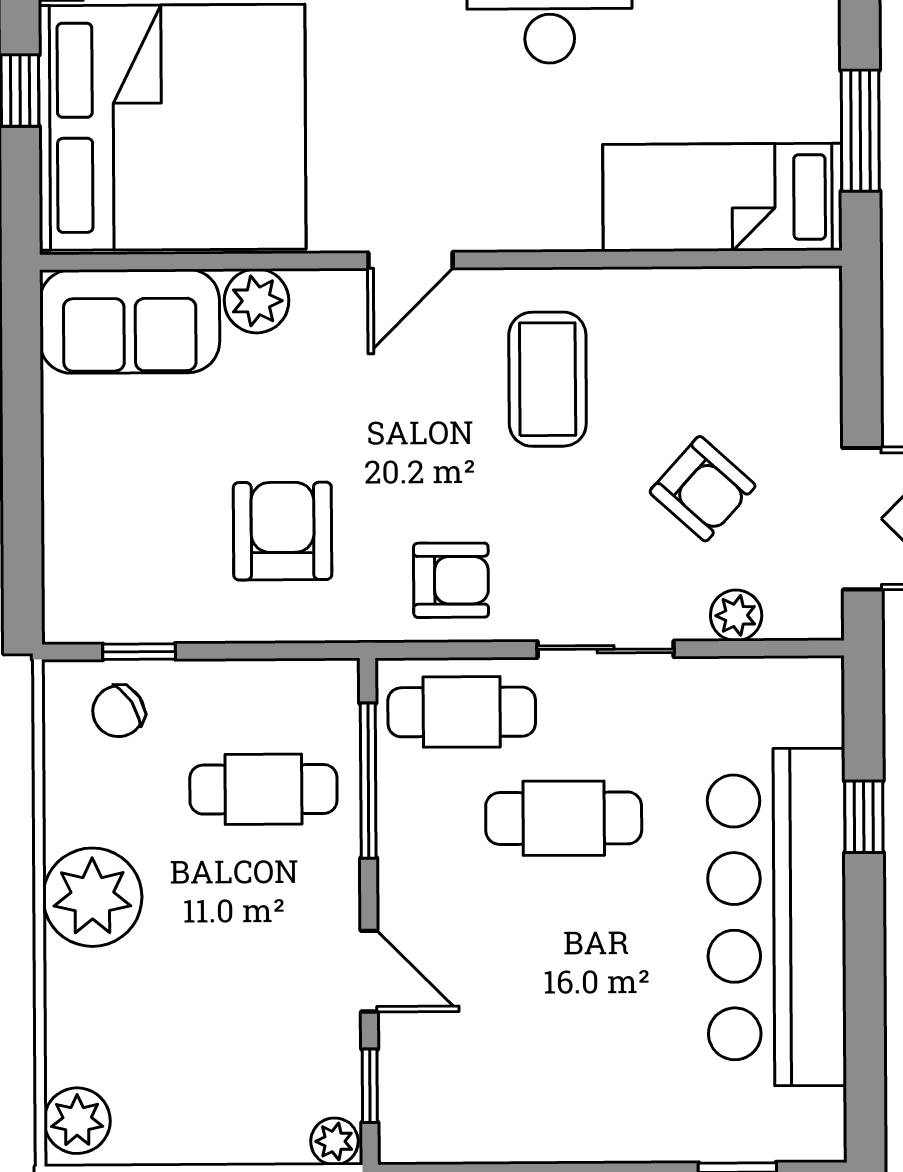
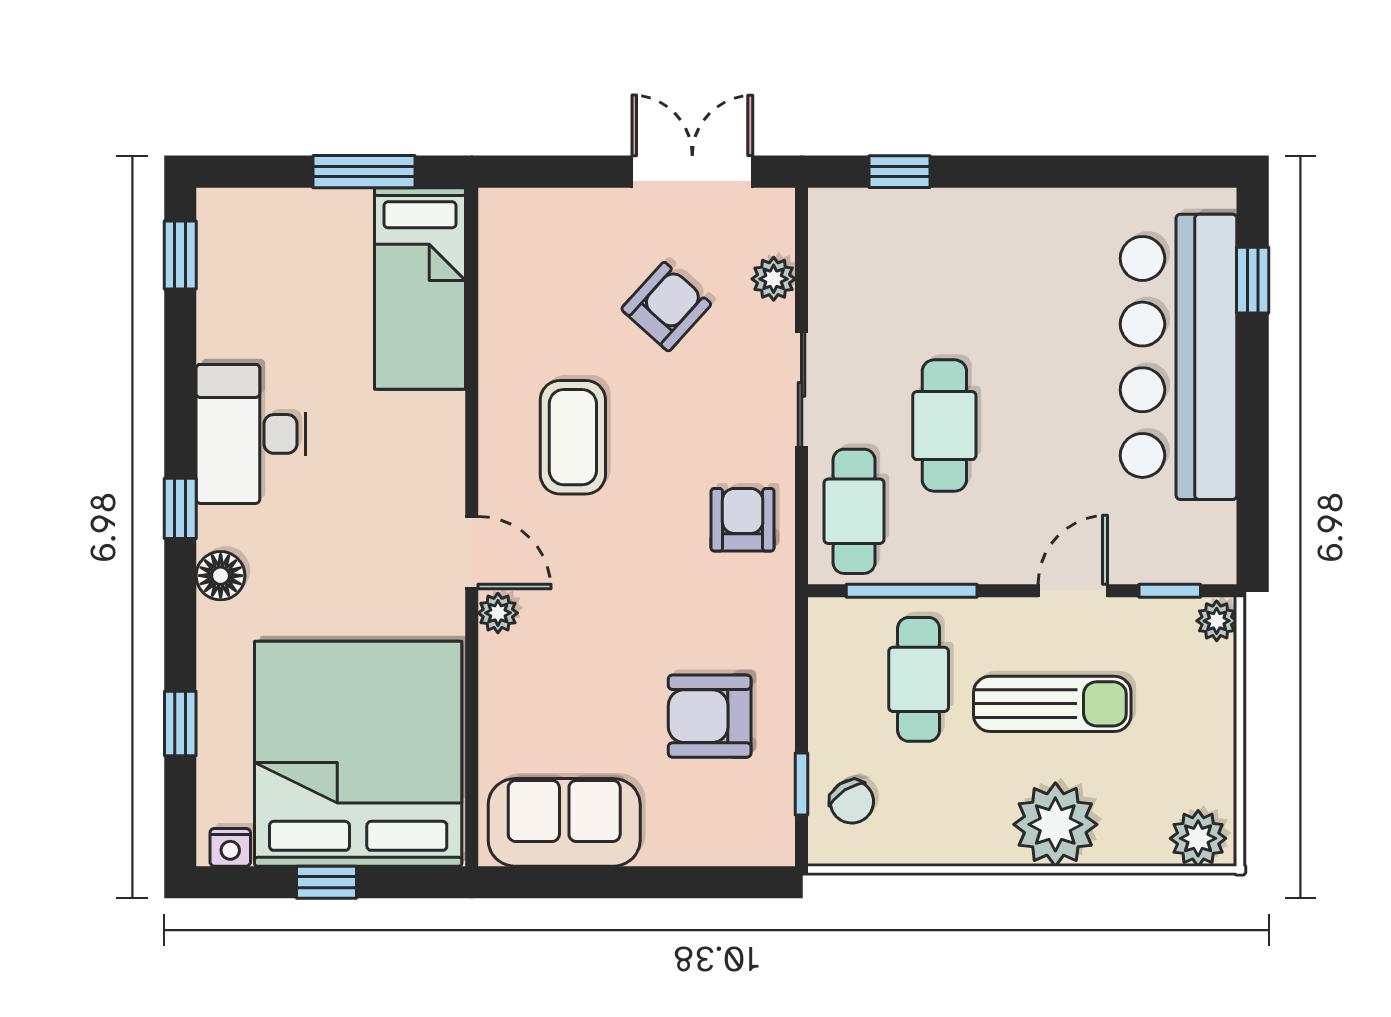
plant: (257, 301) -> (498, 613), moved, width x0.73, depth x0.73
sofa: (130, 321) -> (564, 822), moved, turned -90
coffee table: (548, 379) -> (573, 437), turned 90
armchair: (283, 531) -> (710, 716), moved
window: (864, 817) -> (900, 172), moved
plant: (92, 897) -> (1055, 824), moved
bar counter: (777, 917) -> (1179, 357), moved, turned 90
sun lounger: (235, 947) -> (1052, 704), added

